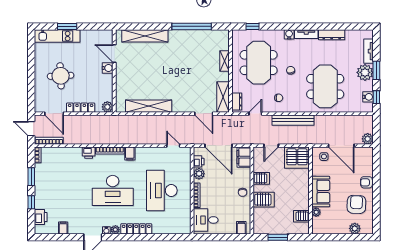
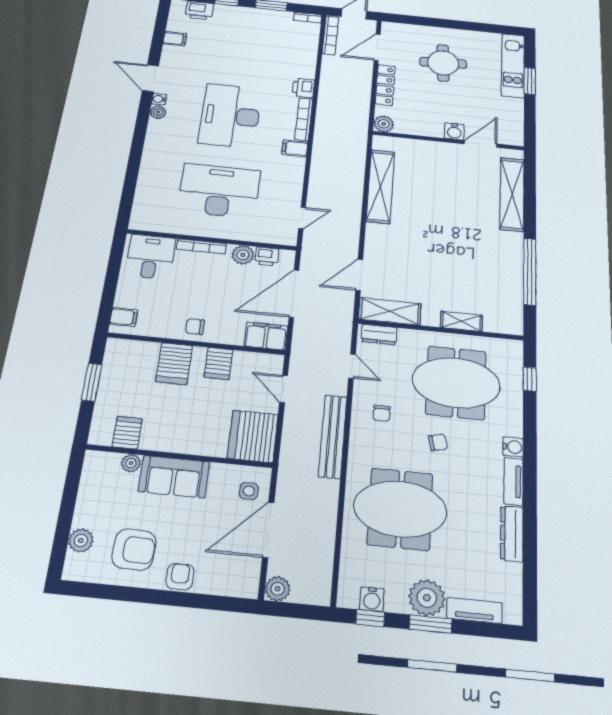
locker: (136, 229) -> (154, 144), removed

